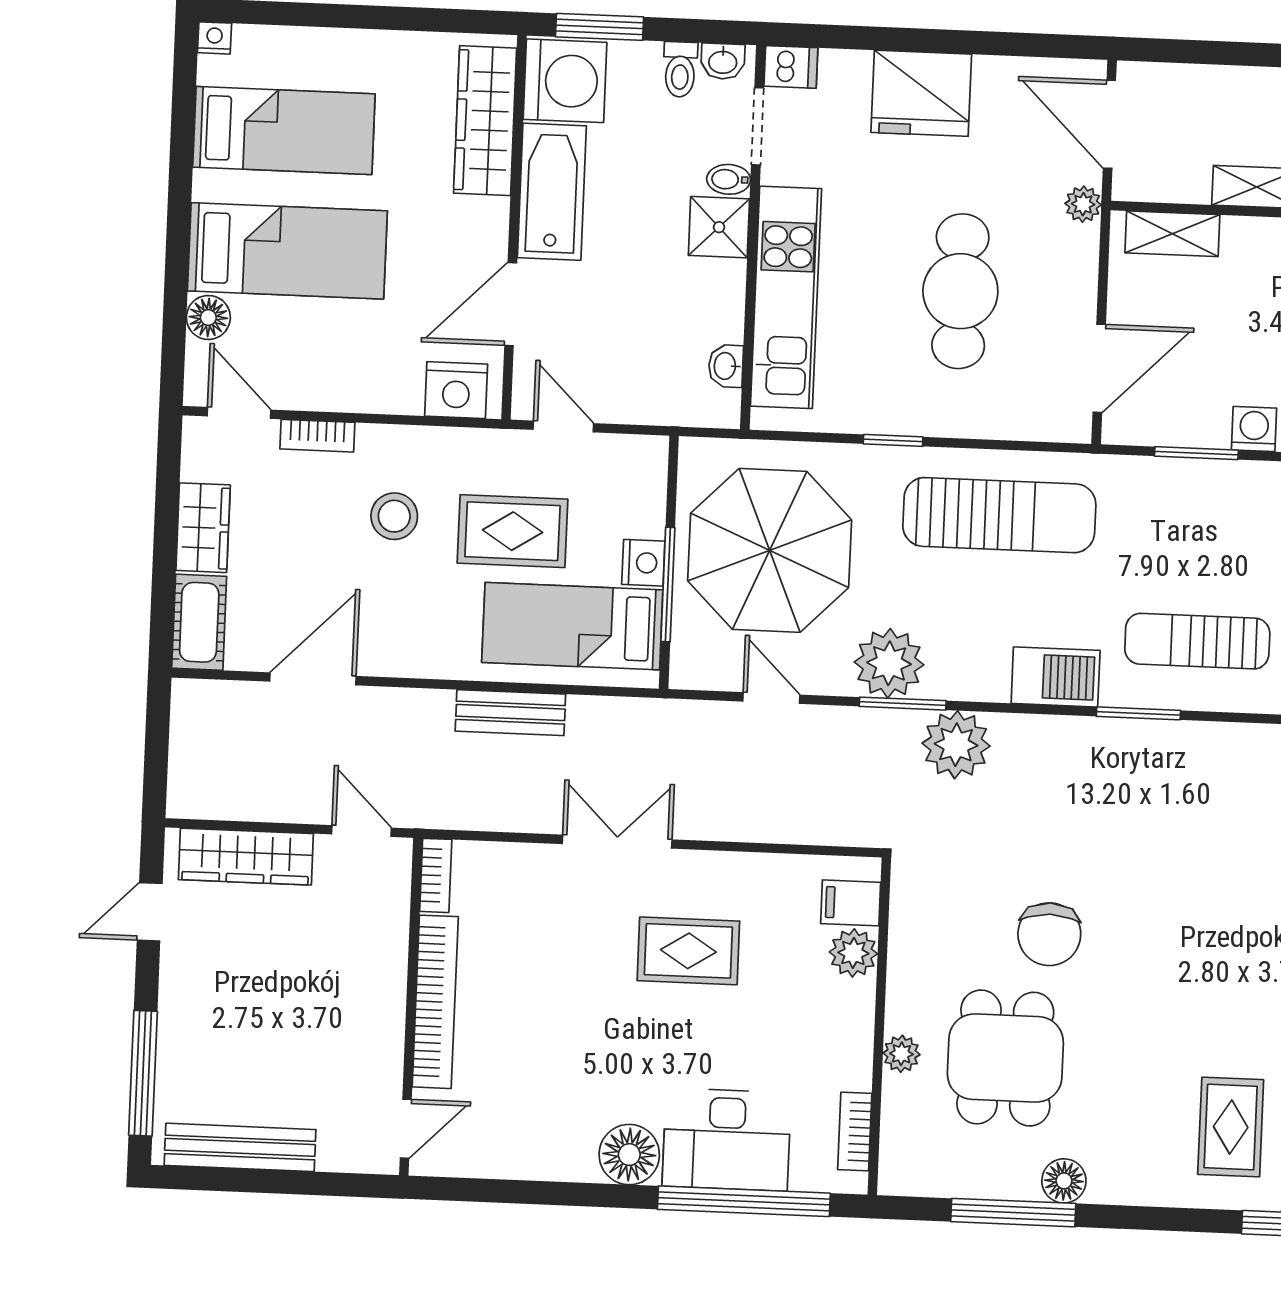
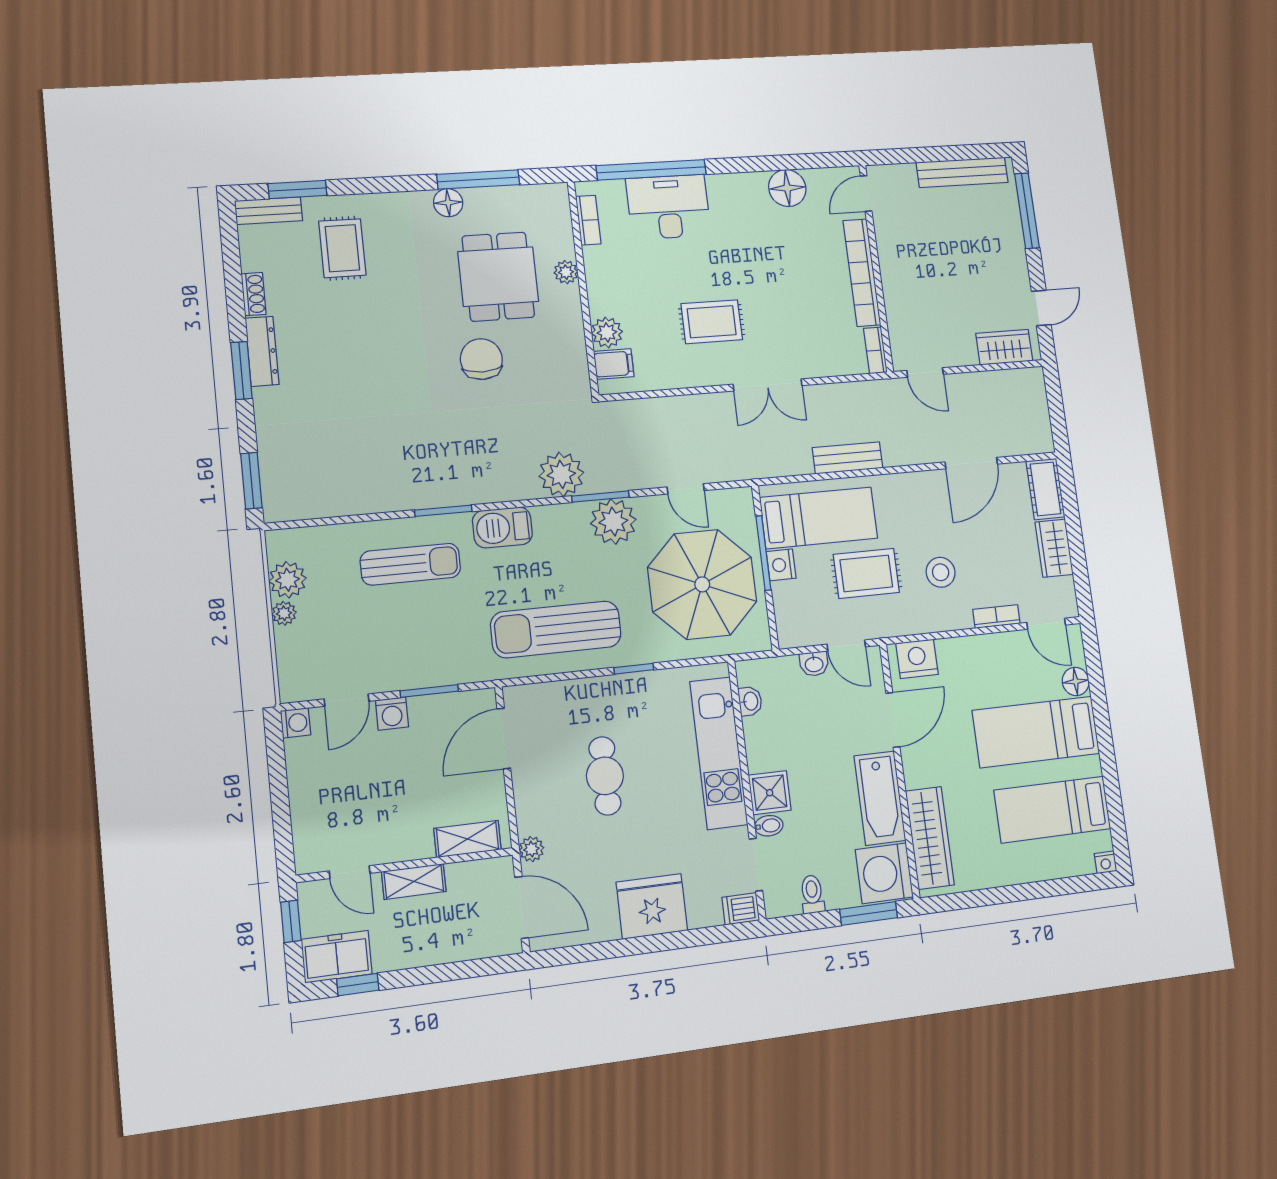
washbasin: (723, 61) -> (814, 664), moved, turned 180
cafe table: (960, 291) -> (605, 776), width x0.73, depth x0.74
wardrobe: (246, 857) -> (1004, 347), width x0.67
floor lamp: (629, 1155) -> (787, 188), moved

